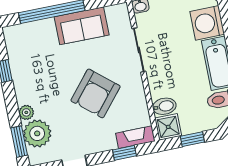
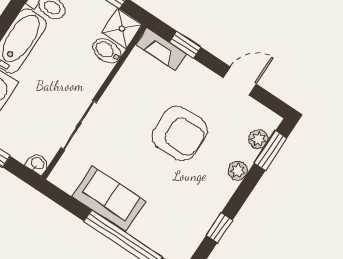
armchair: (96, 93) -> (180, 133), moved, turned 50
plant: (37, 133) -> (258, 139), width x0.53, depth x0.53

